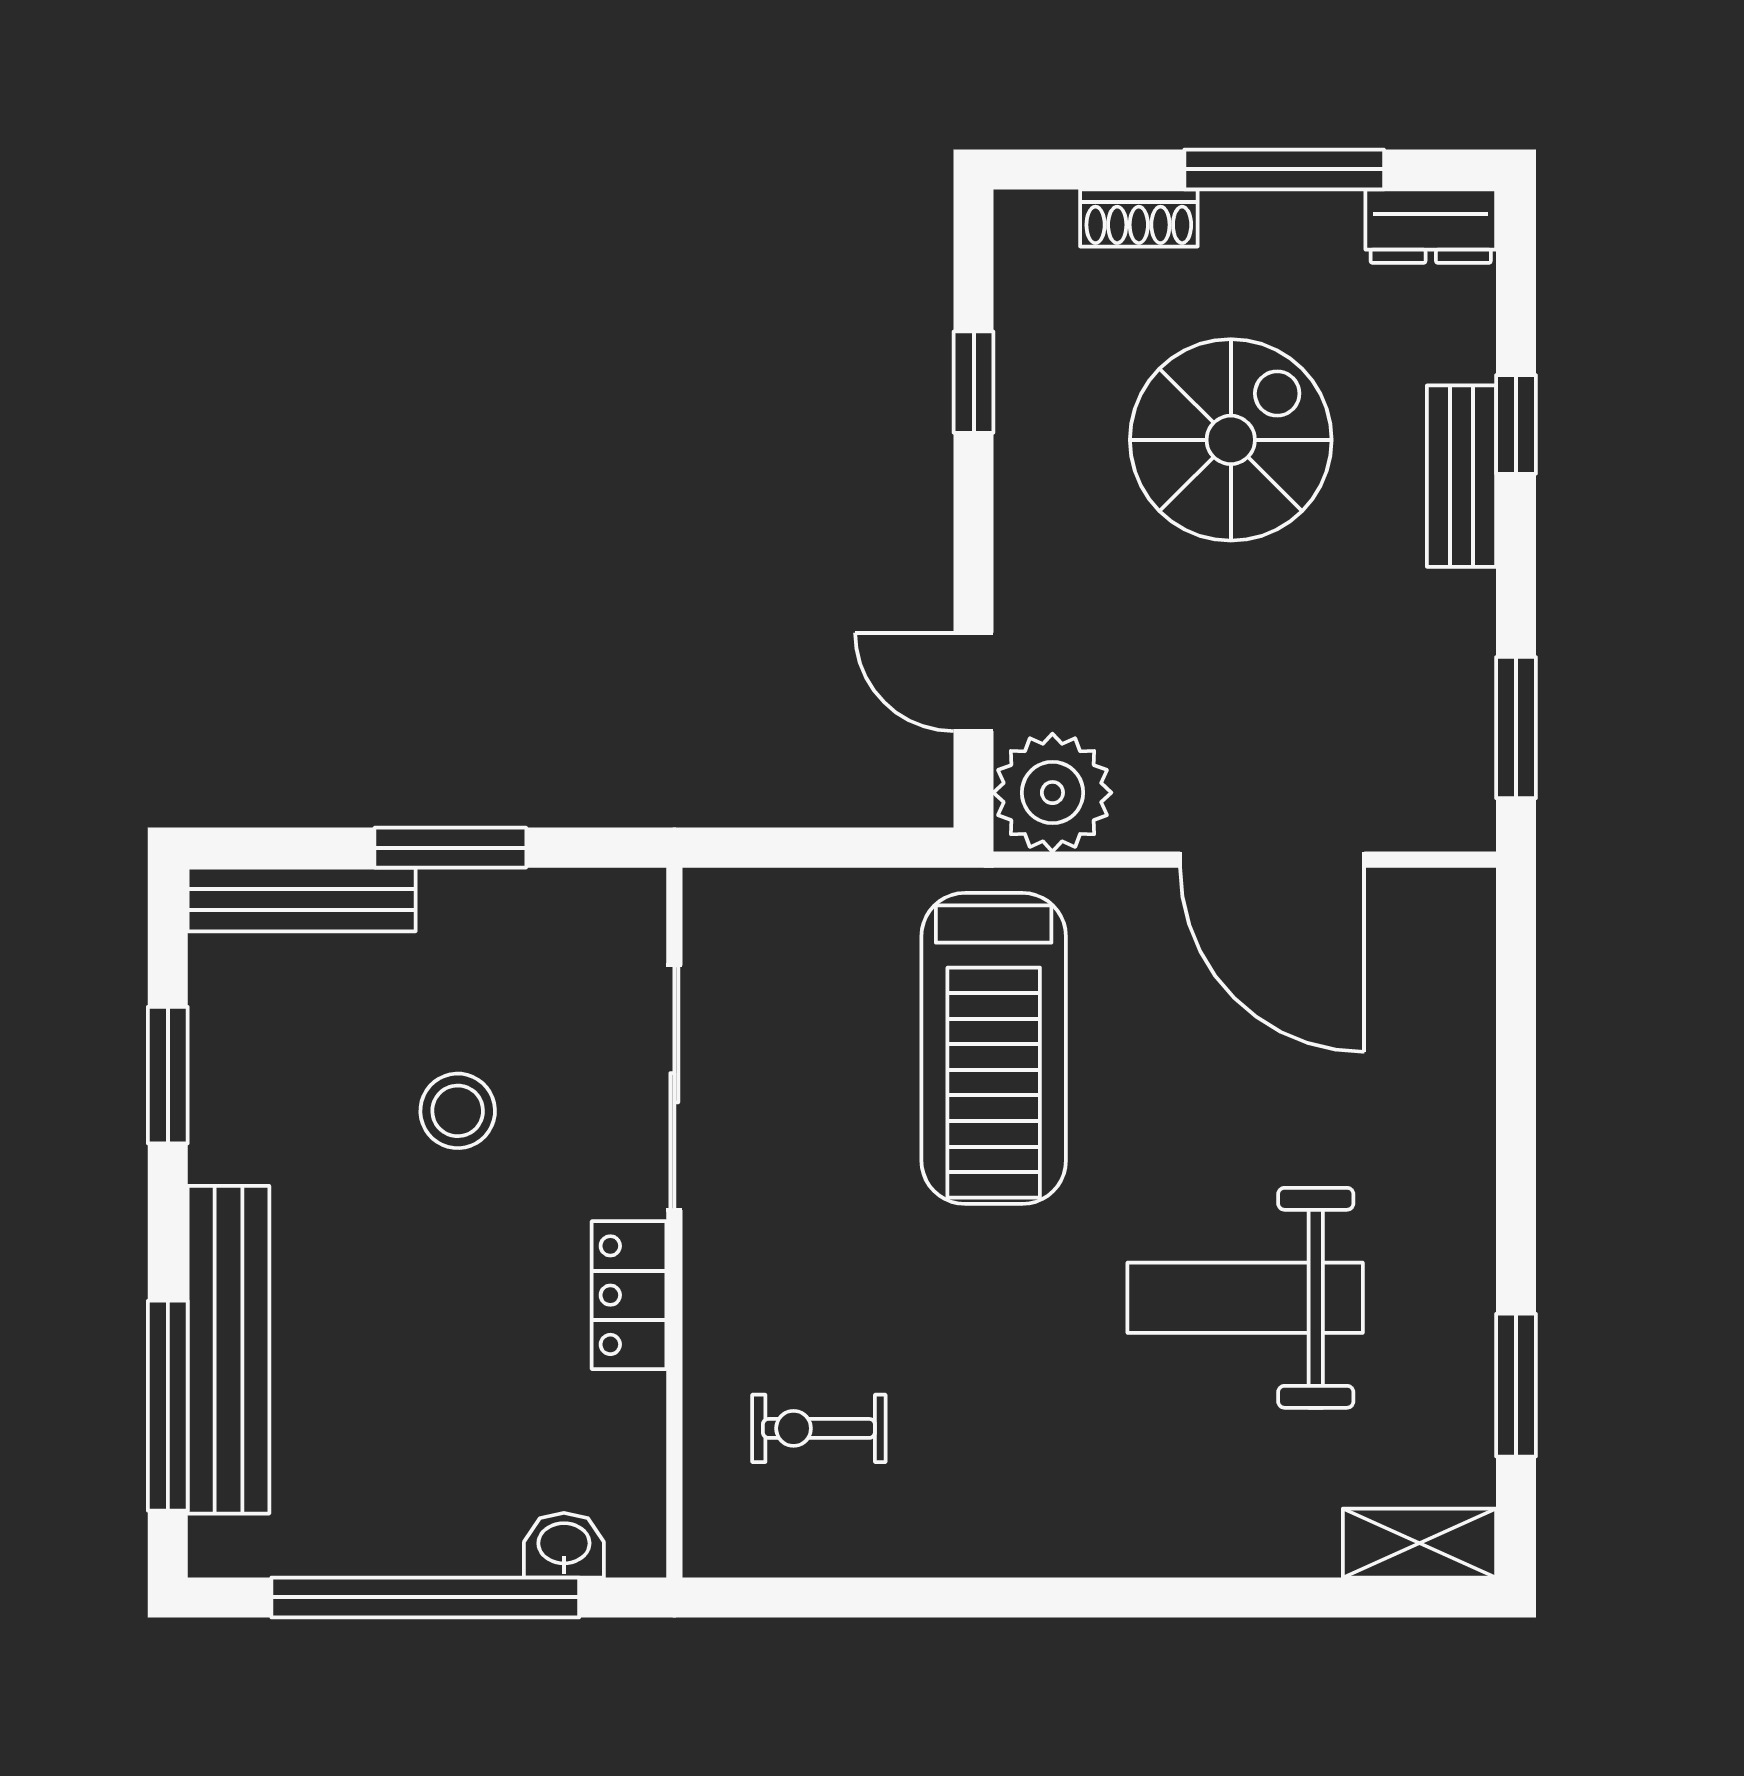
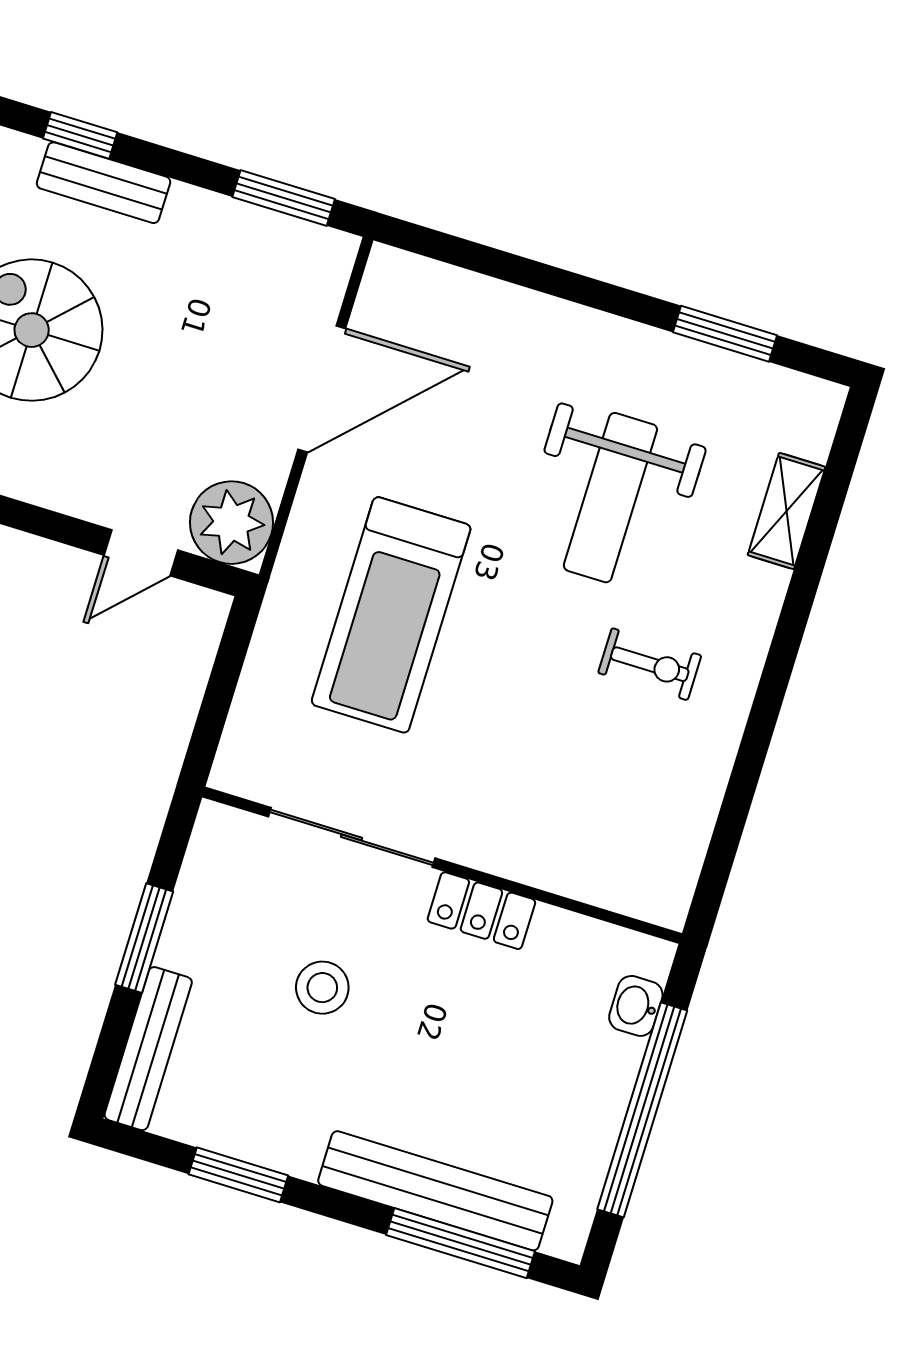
treadmill: (994, 1048) -> (391, 615), turned 90
exercise bike: (819, 1428) -> (650, 664), moved, turned -90
shelving: (1419, 1543) -> (787, 511), moved

